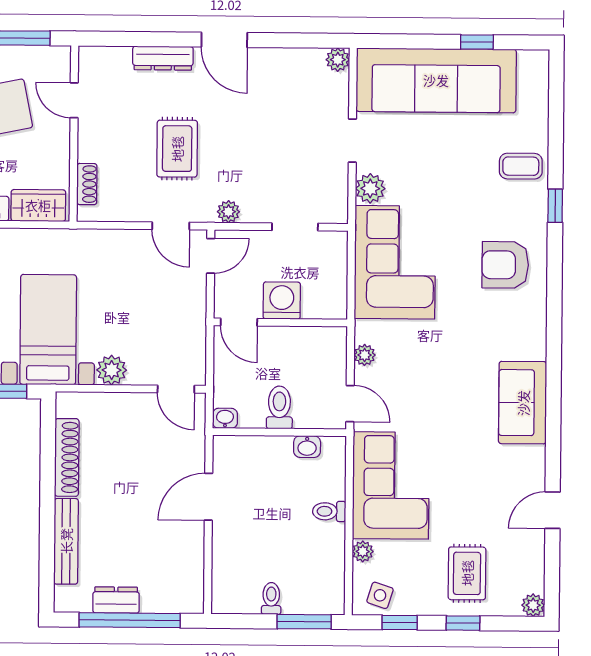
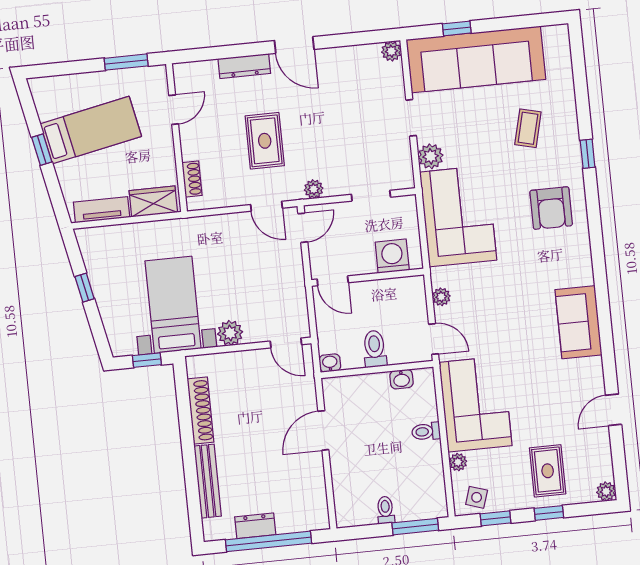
window: (477, 42) -> (457, 28), moved
door: (74, 100) -> (174, 110), swing flipped
coffee table: (521, 166) -> (528, 128), moved, turned -76
armchair: (505, 265) -> (551, 208), turned -90
washing machine: (282, 301) -> (392, 256), moved

